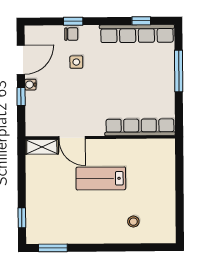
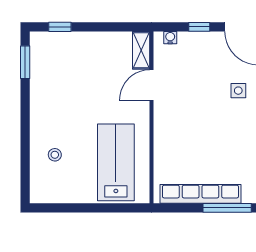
water cooler: (30, 85) -> (170, 38), moved
row of seats: (140, 127) -> (200, 194), moved, turned -90
lab bench: (101, 178) -> (116, 162), moved, width x1.36, depth x1.39

